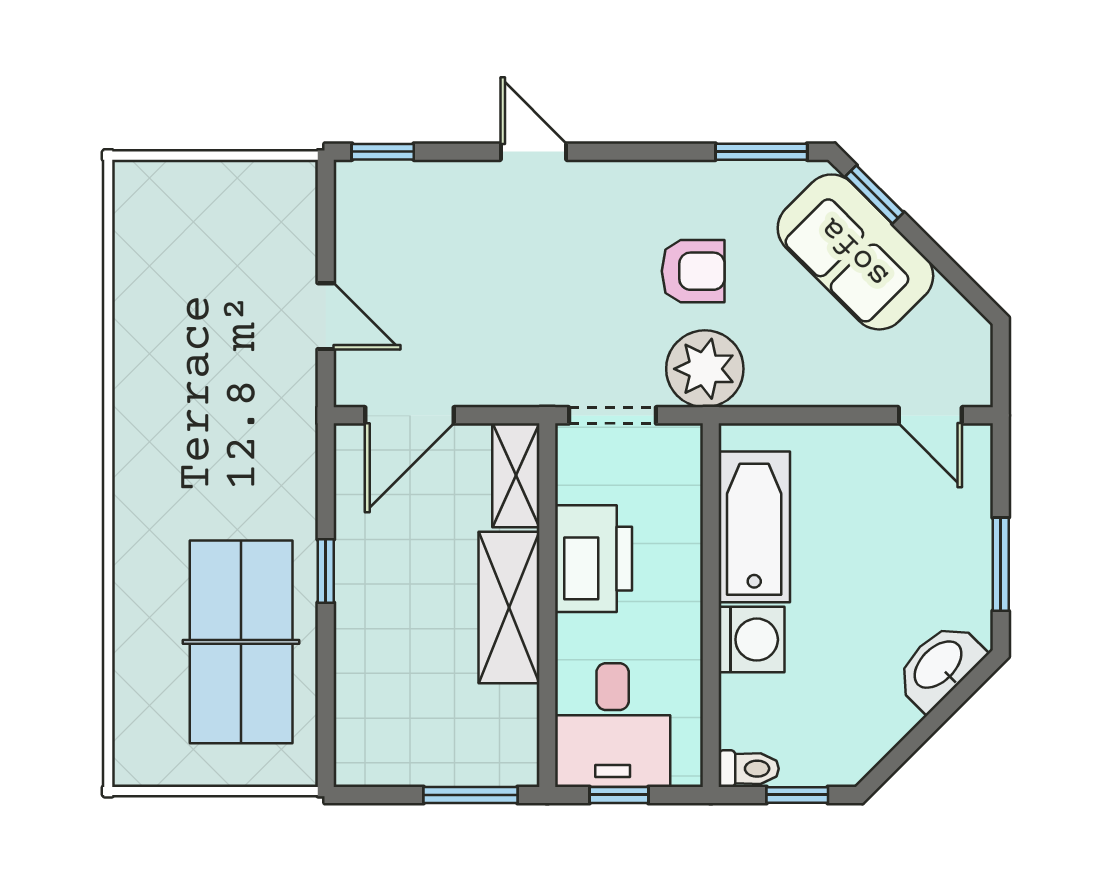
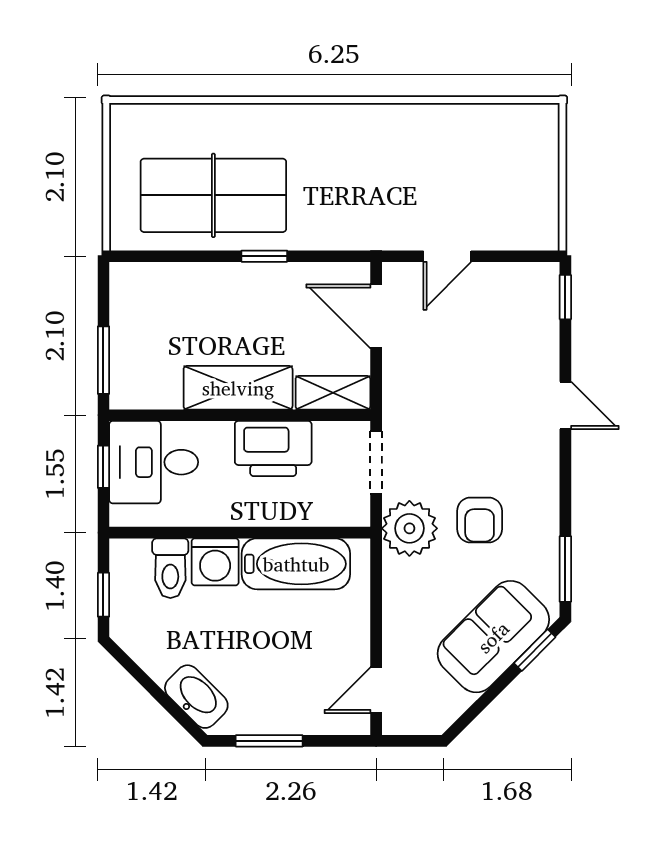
door: (534, 152) -> (565, 405), hinge flipped
toilet: (749, 769) -> (170, 568), moved, width x1.37, depth x1.39

